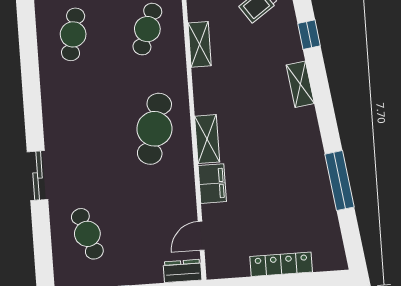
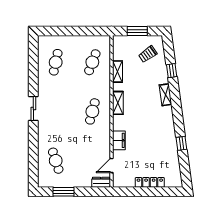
cafe table: (154, 129) -> (92, 111), width x0.73, depth x0.74
shelving: (207, 139) -> (118, 103), moved
sliding door: (38, 176) -> (33, 109), moved
window: (339, 181) -> (181, 143), width x0.46

